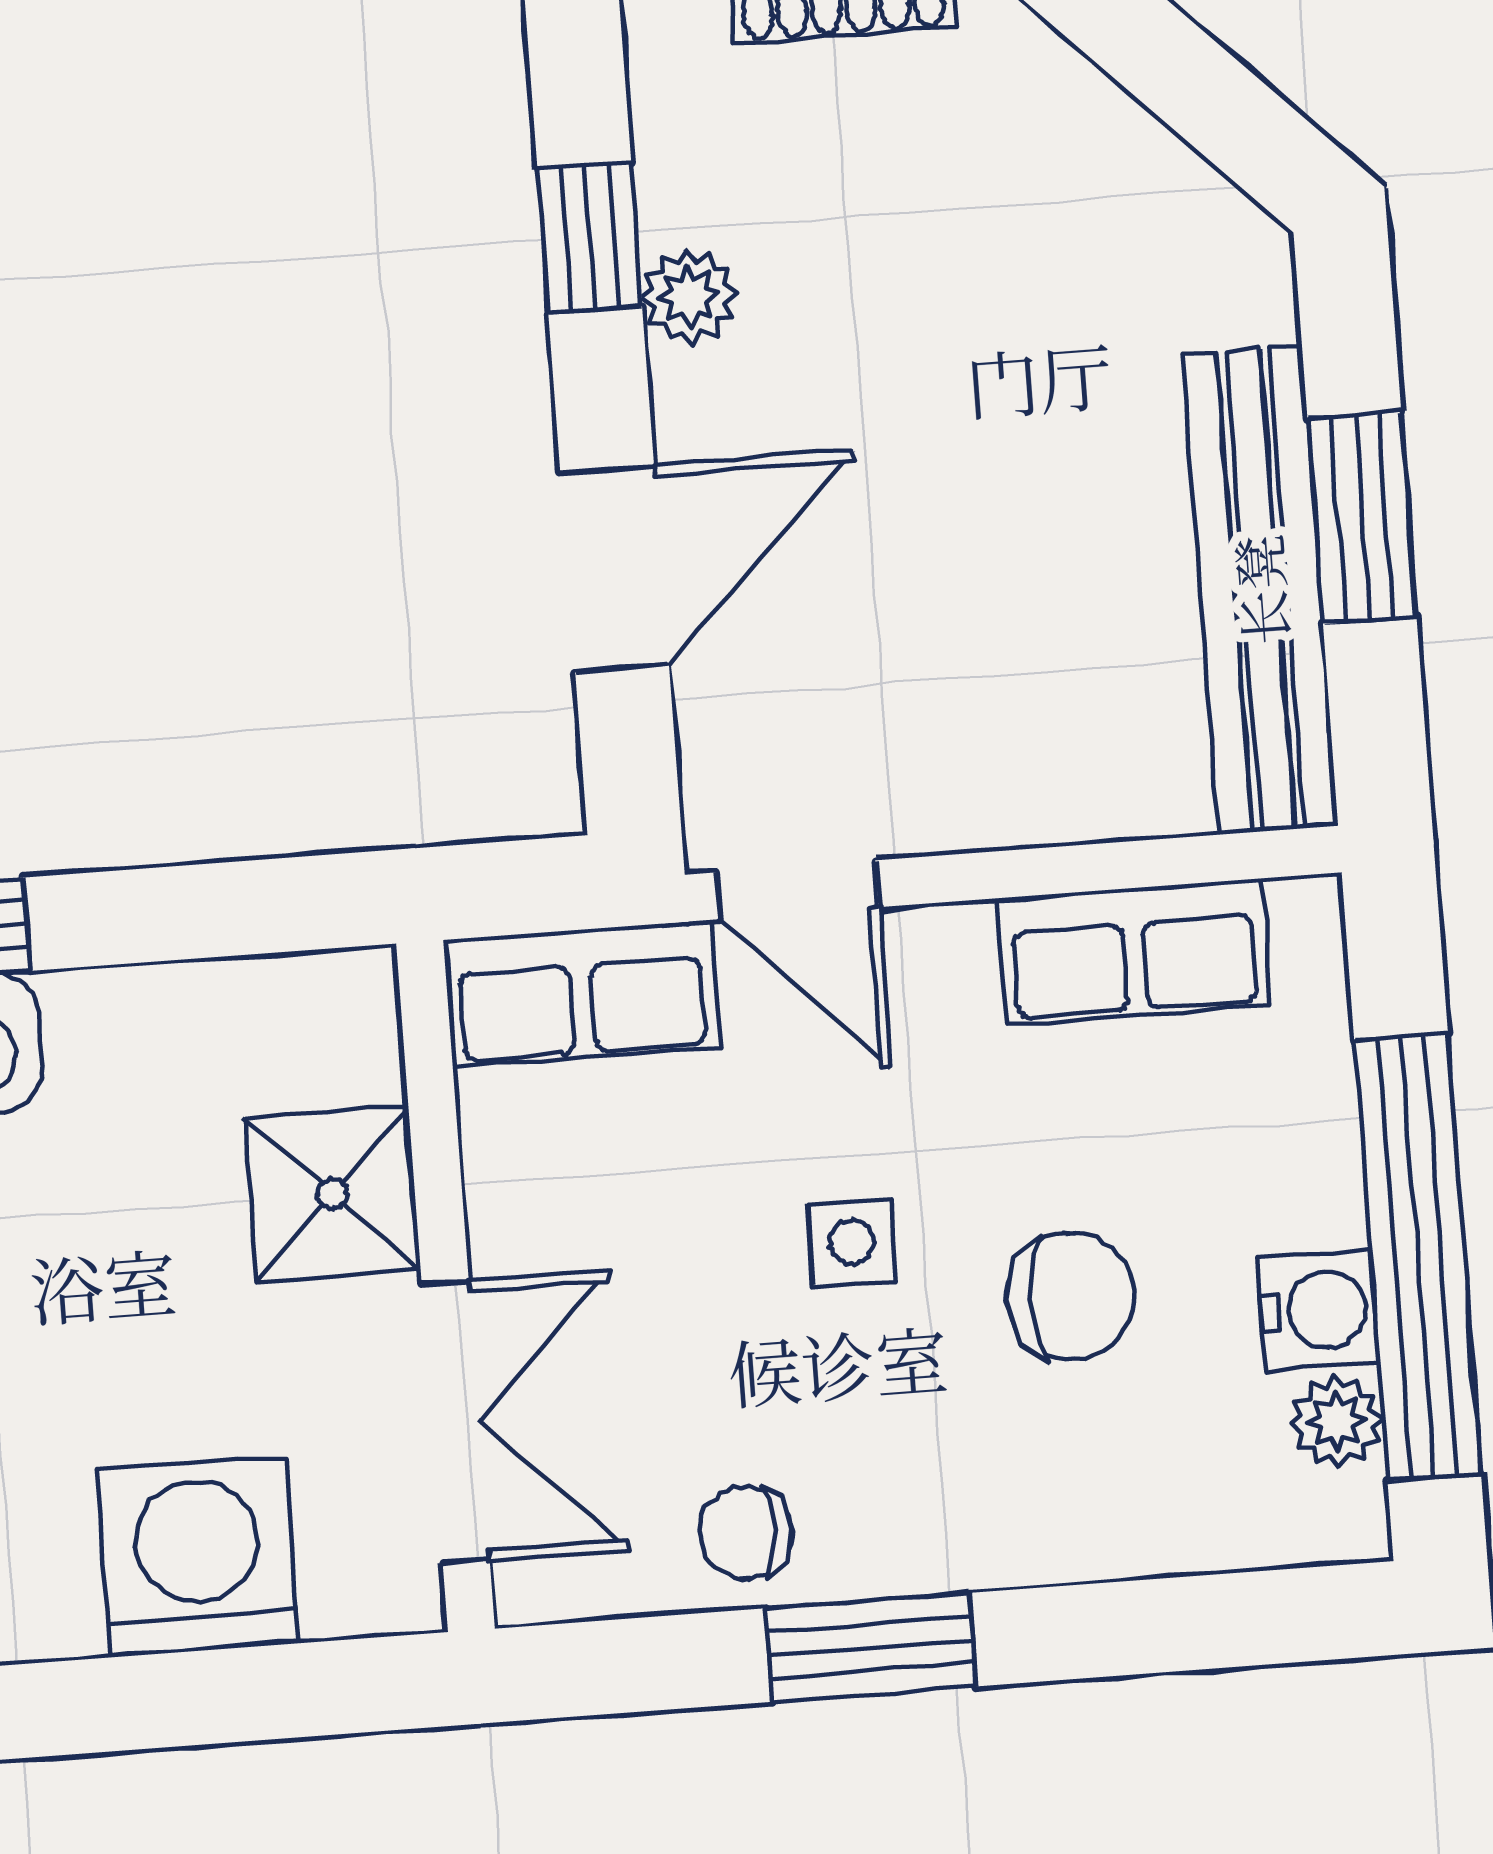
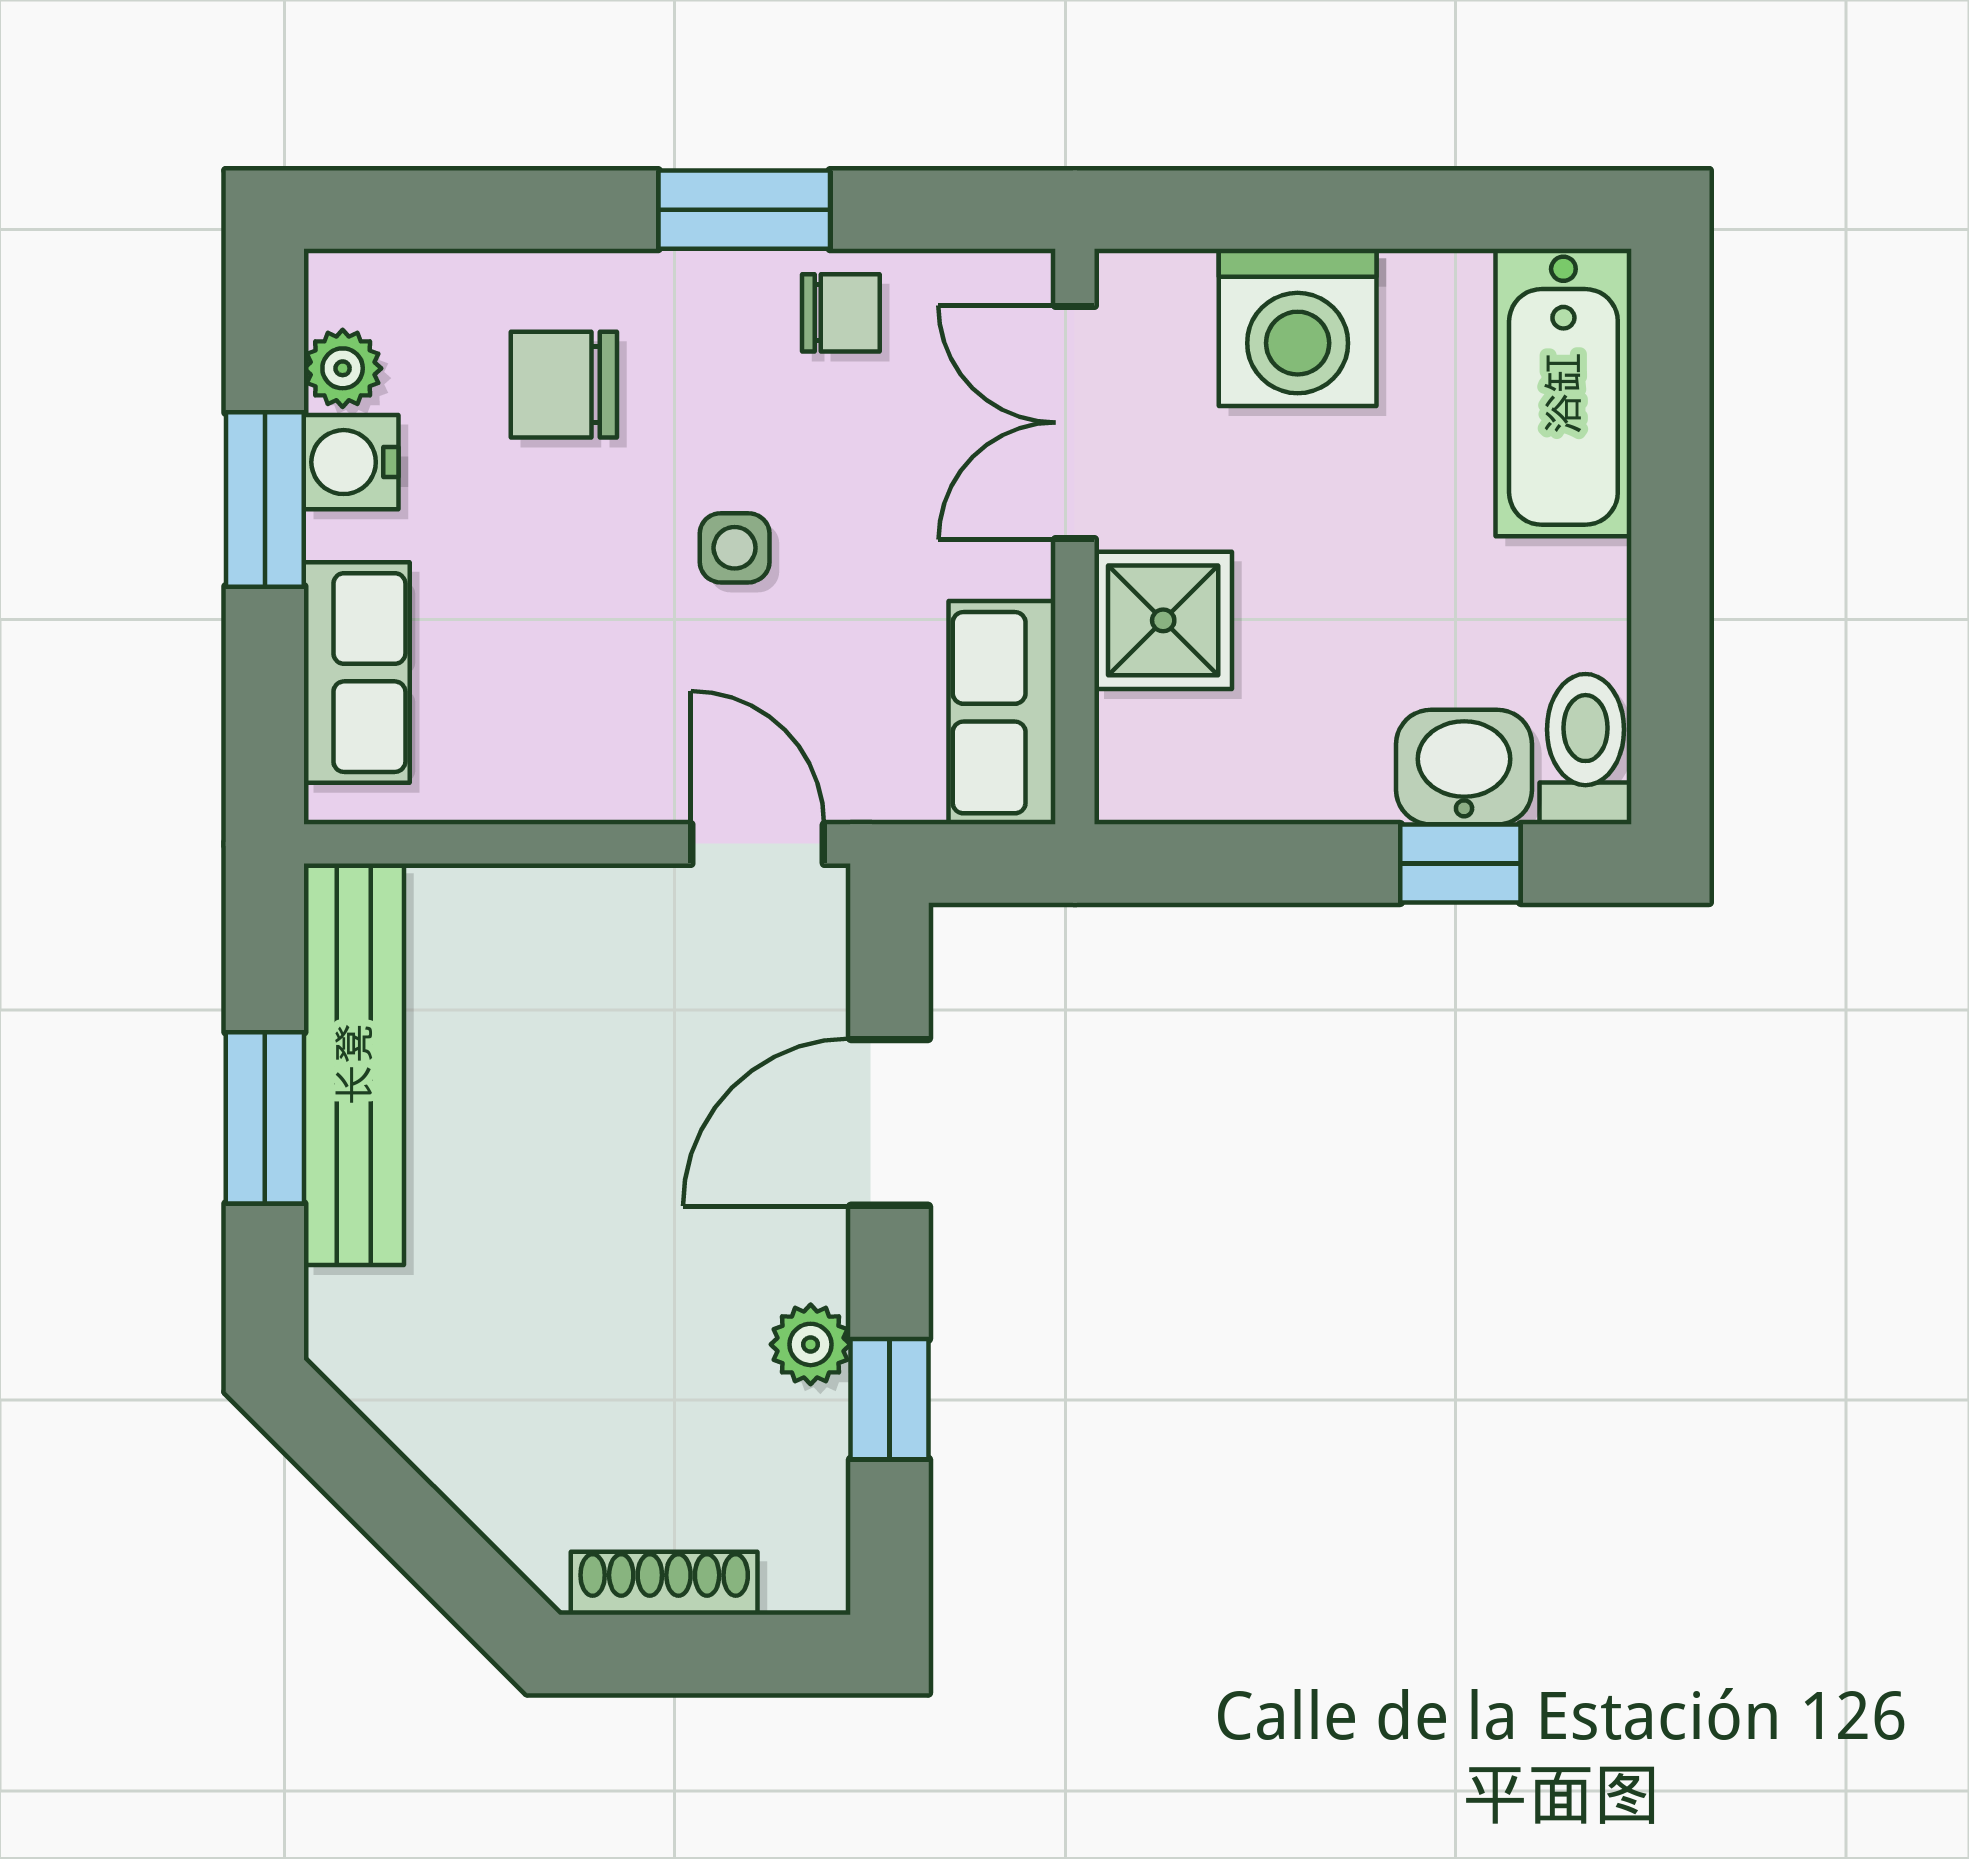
row of seats: (1134, 952) -> (357, 673), moved, turned 90
row of seats: (581, 994) -> (1002, 713), moved, turned -90
window: (1418, 1258) -> (265, 500), width x0.47
chair: (1070, 1296) -> (564, 385), moved

